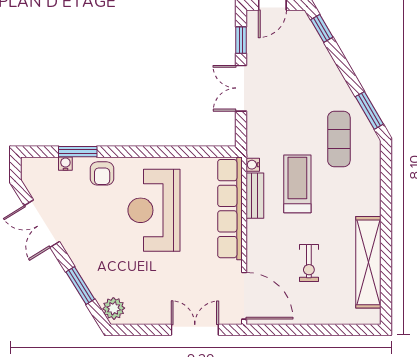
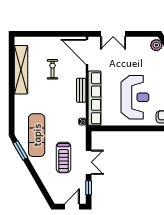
window: (322, 28) -> (46, 194), removed
exercise mat: (339, 139) -> (37, 135), width x1.36, depth x1.45
treadmill: (297, 184) -> (63, 157), moved
bench: (255, 196) -> (81, 90), moved

